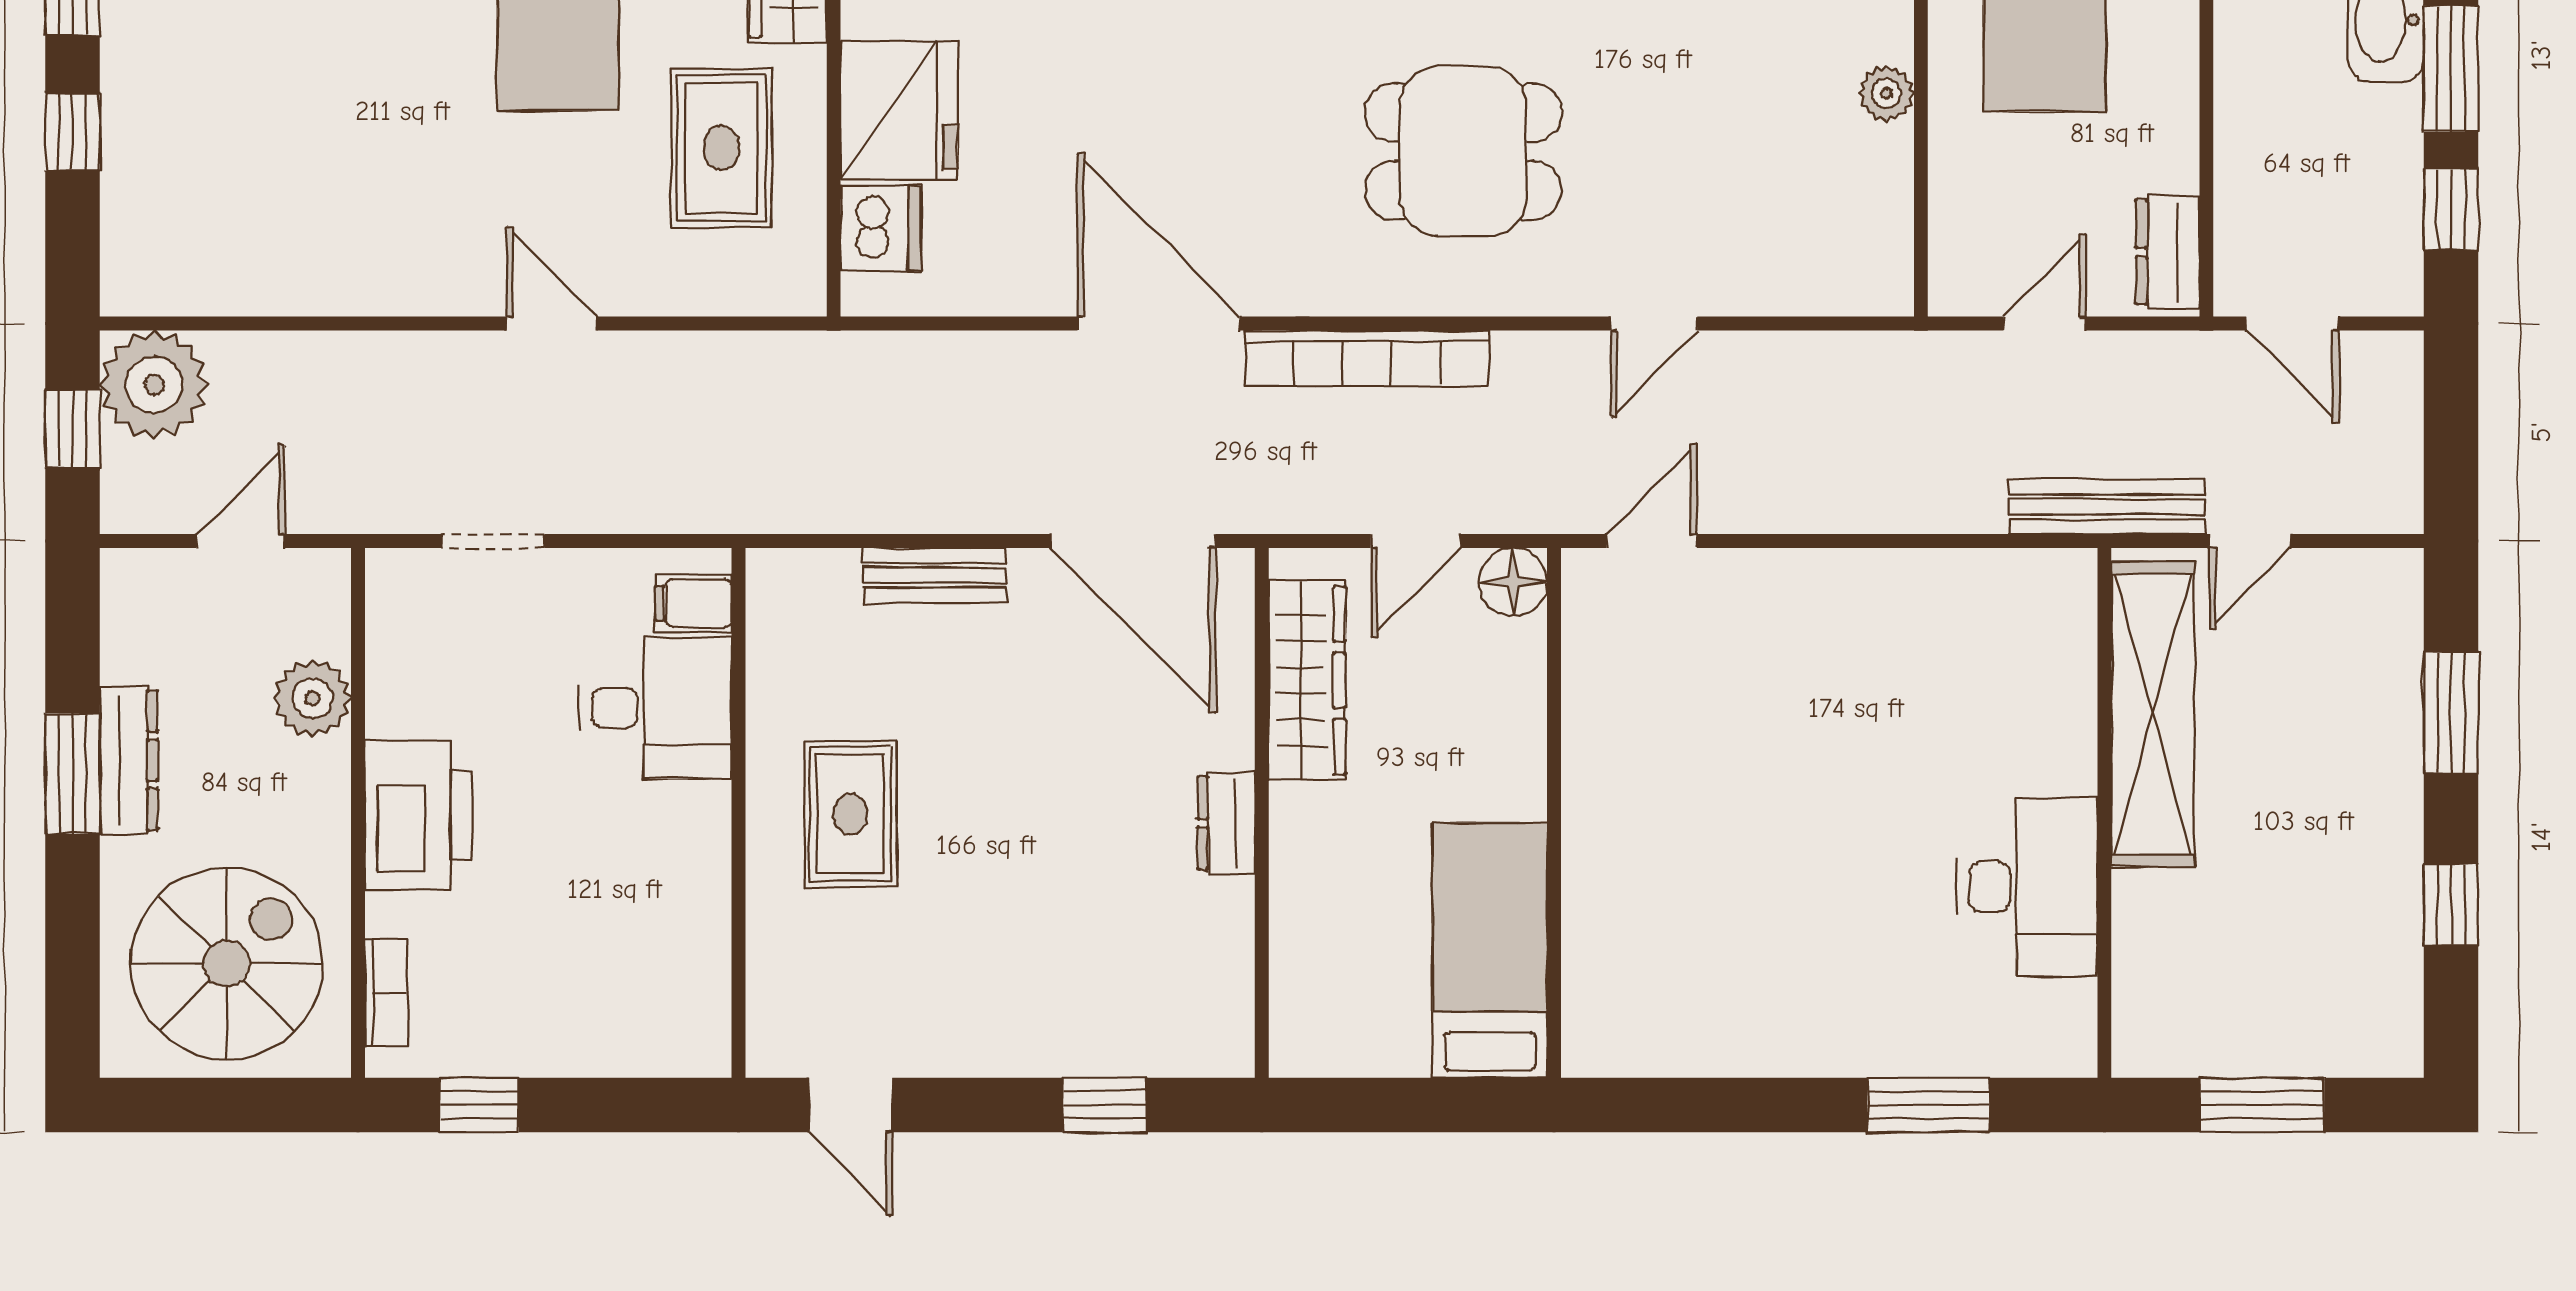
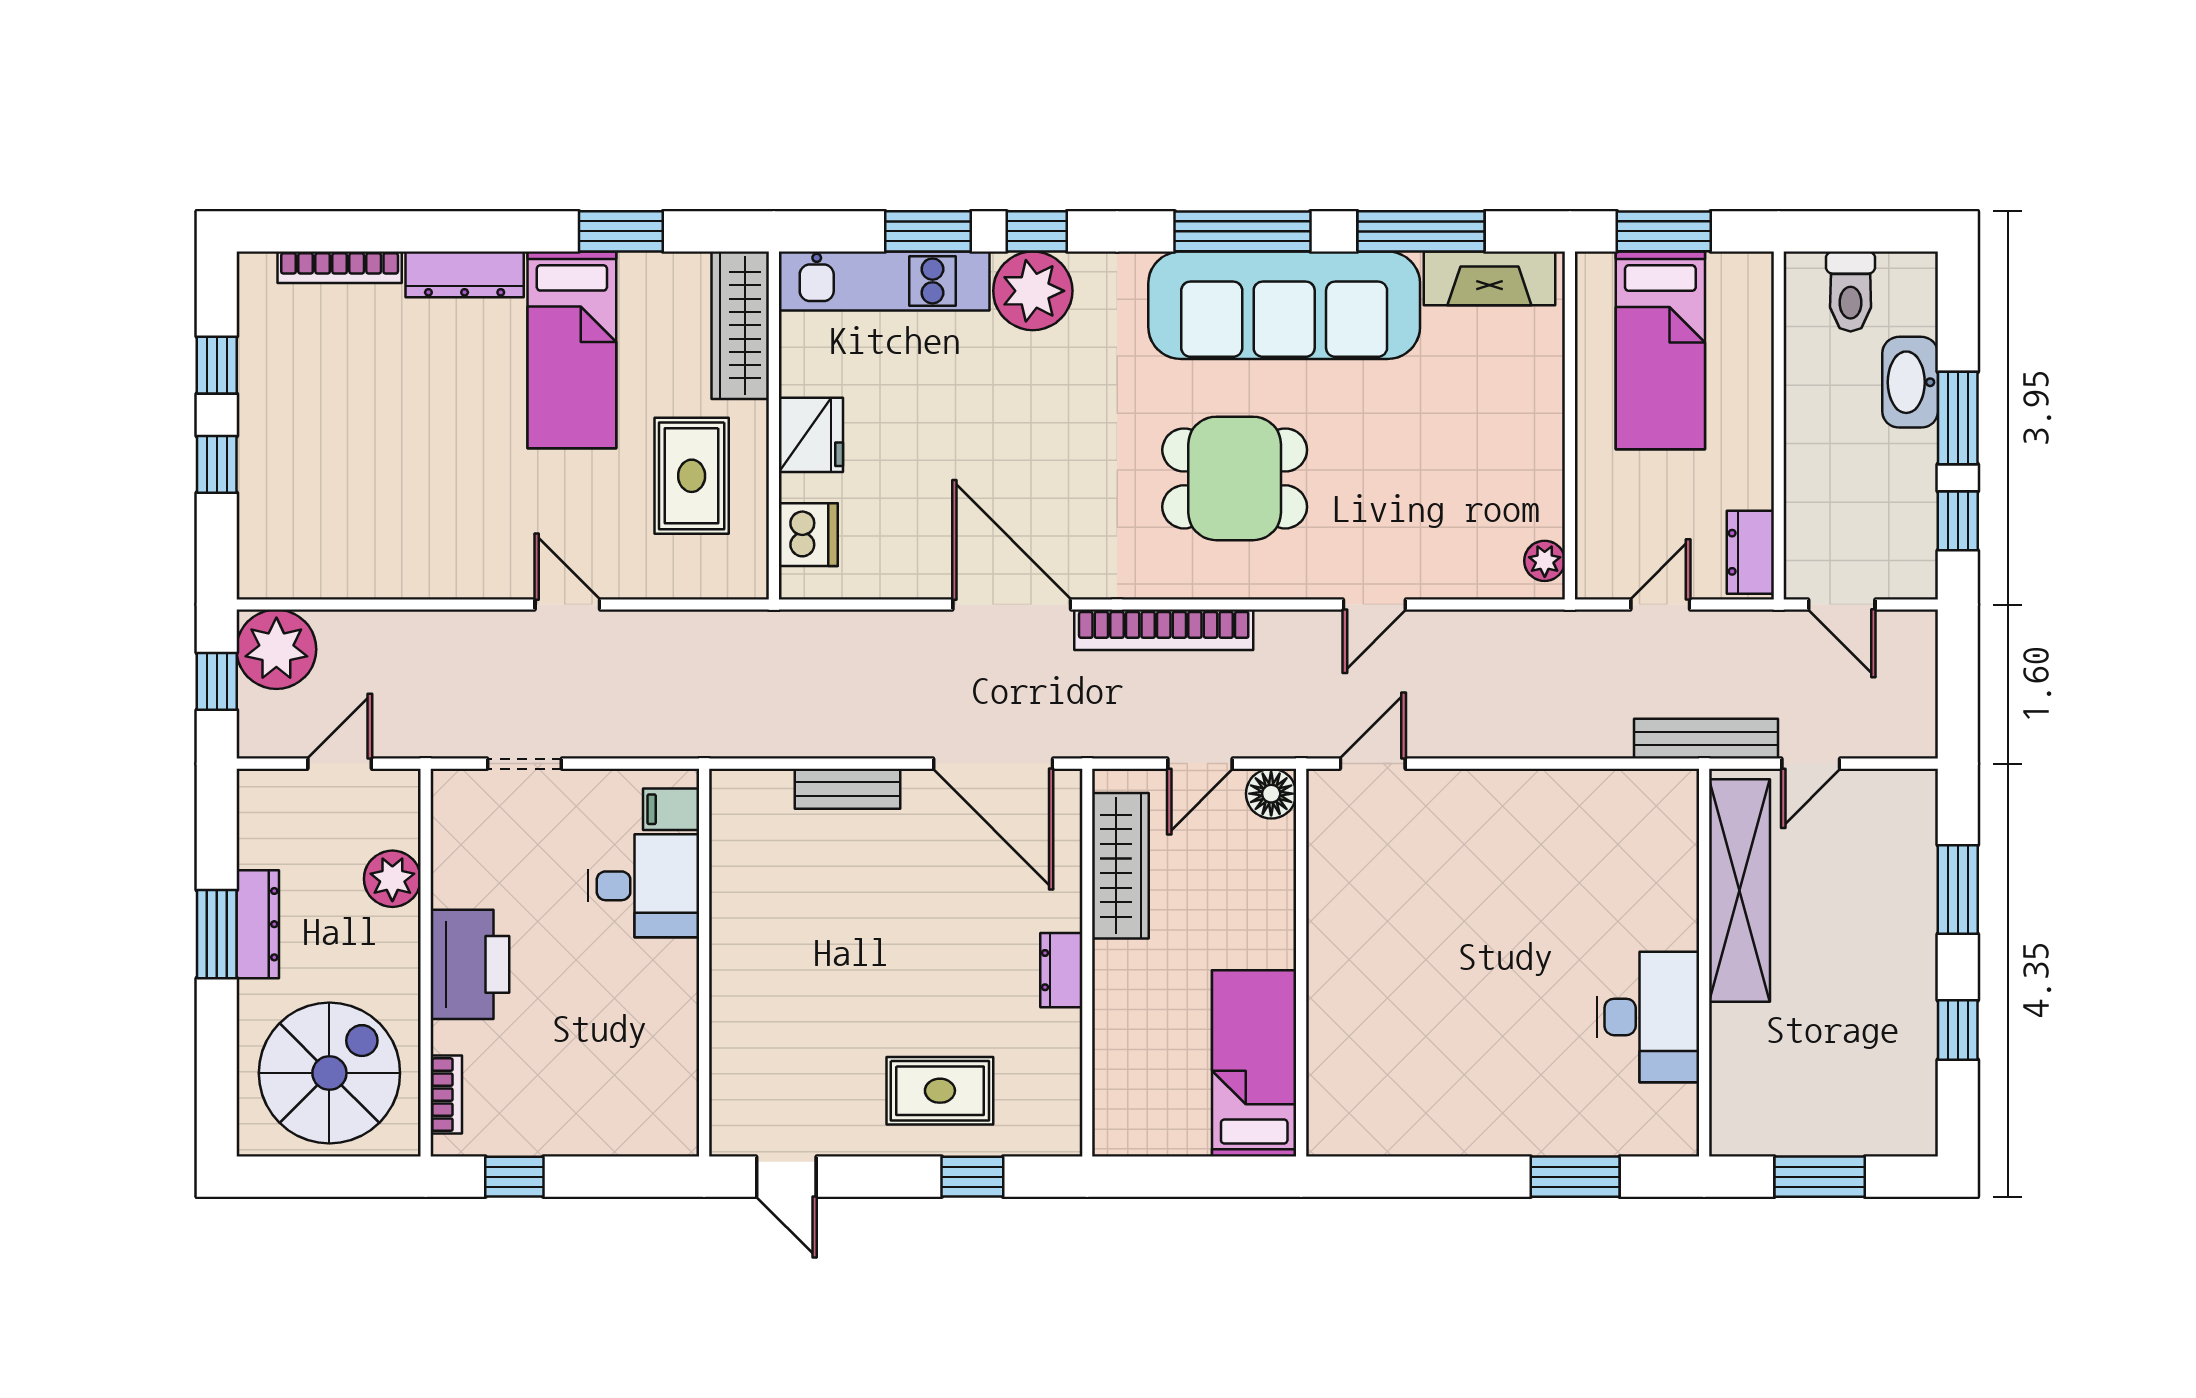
plant: (1886, 93) -> (1545, 561), moved
fridge: (899, 110) -> (811, 435), width x0.73, depth x0.75
rug: (850, 814) -> (940, 1091), moved, turned 90

